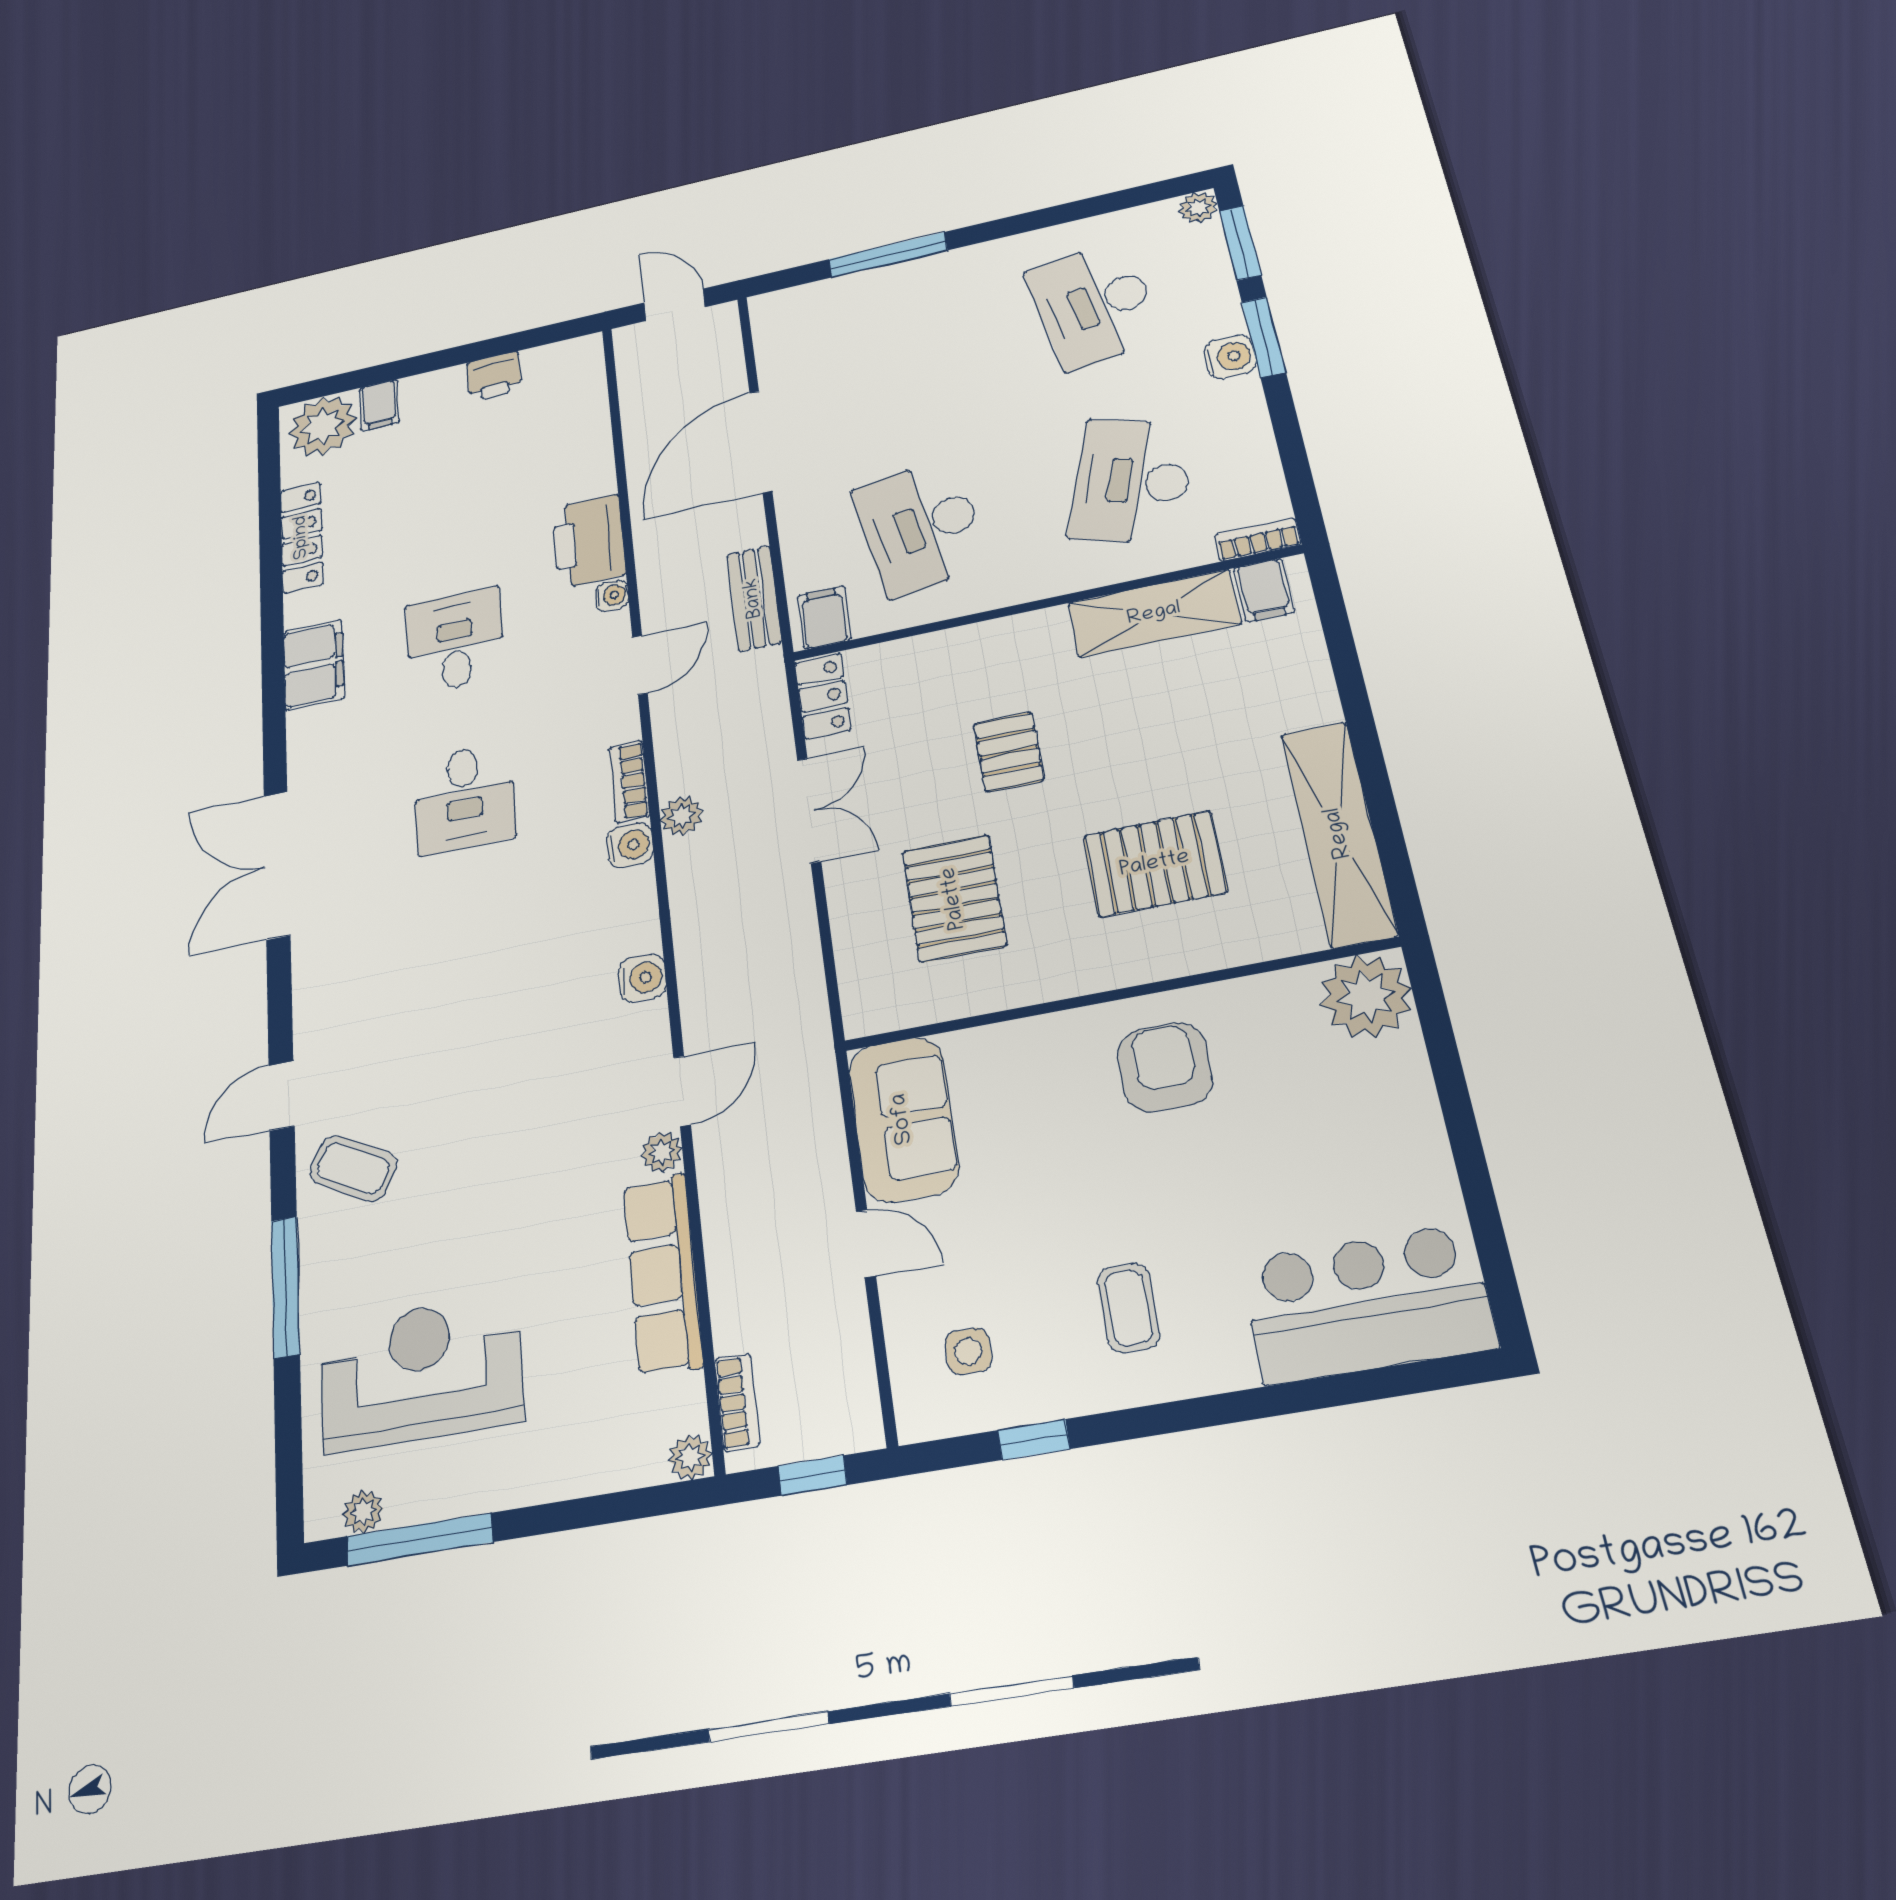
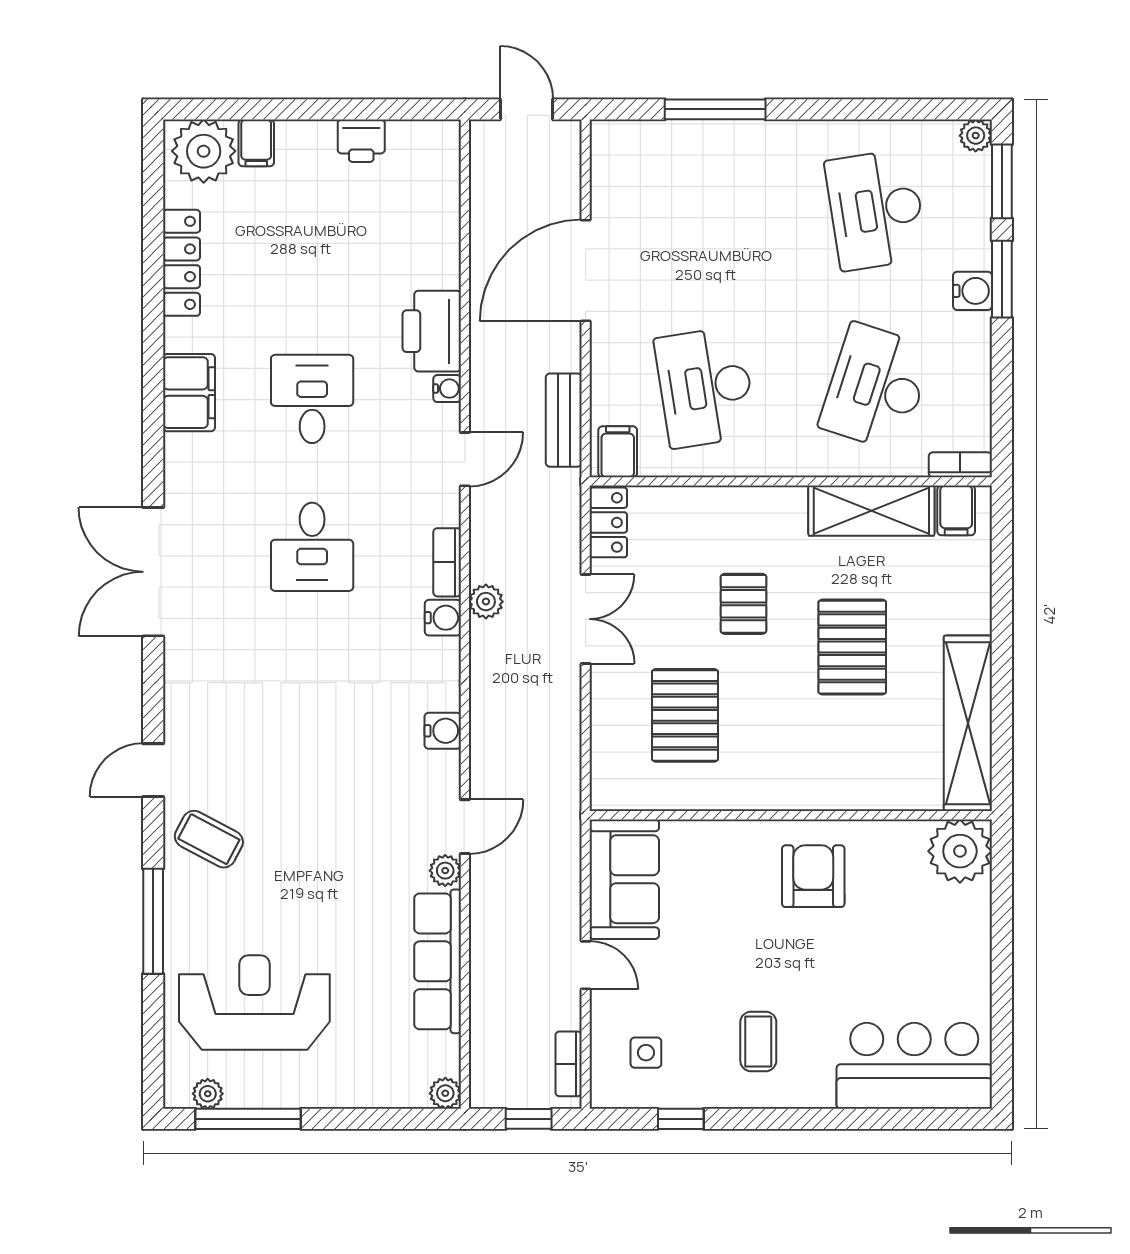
pallet: (1155, 864) -> (852, 647), moved, turned 90
bookcase: (737, 1402) -> (569, 1064), moved, turned 180

